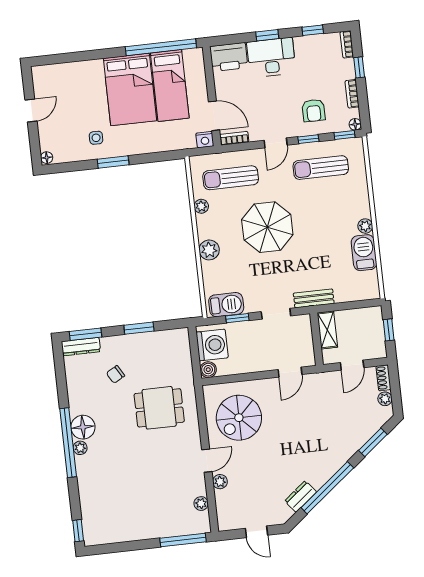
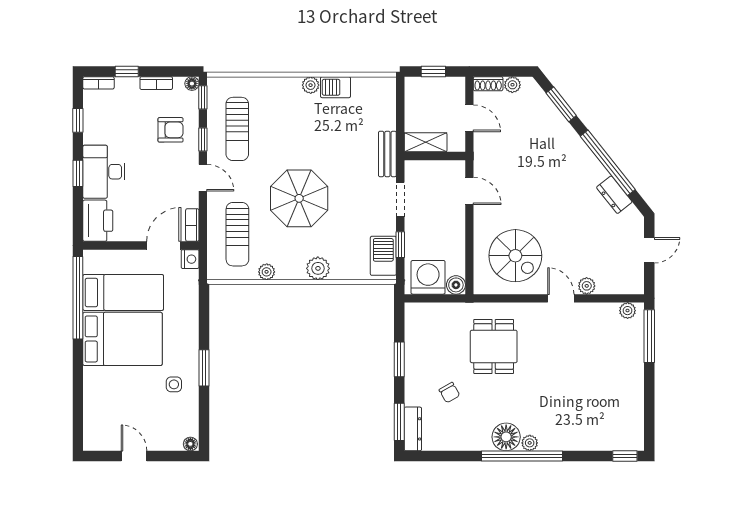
barbecue: (364, 253) -> (336, 87), width x0.73, depth x0.79
plant: (201, 504) -> (628, 311), moved

